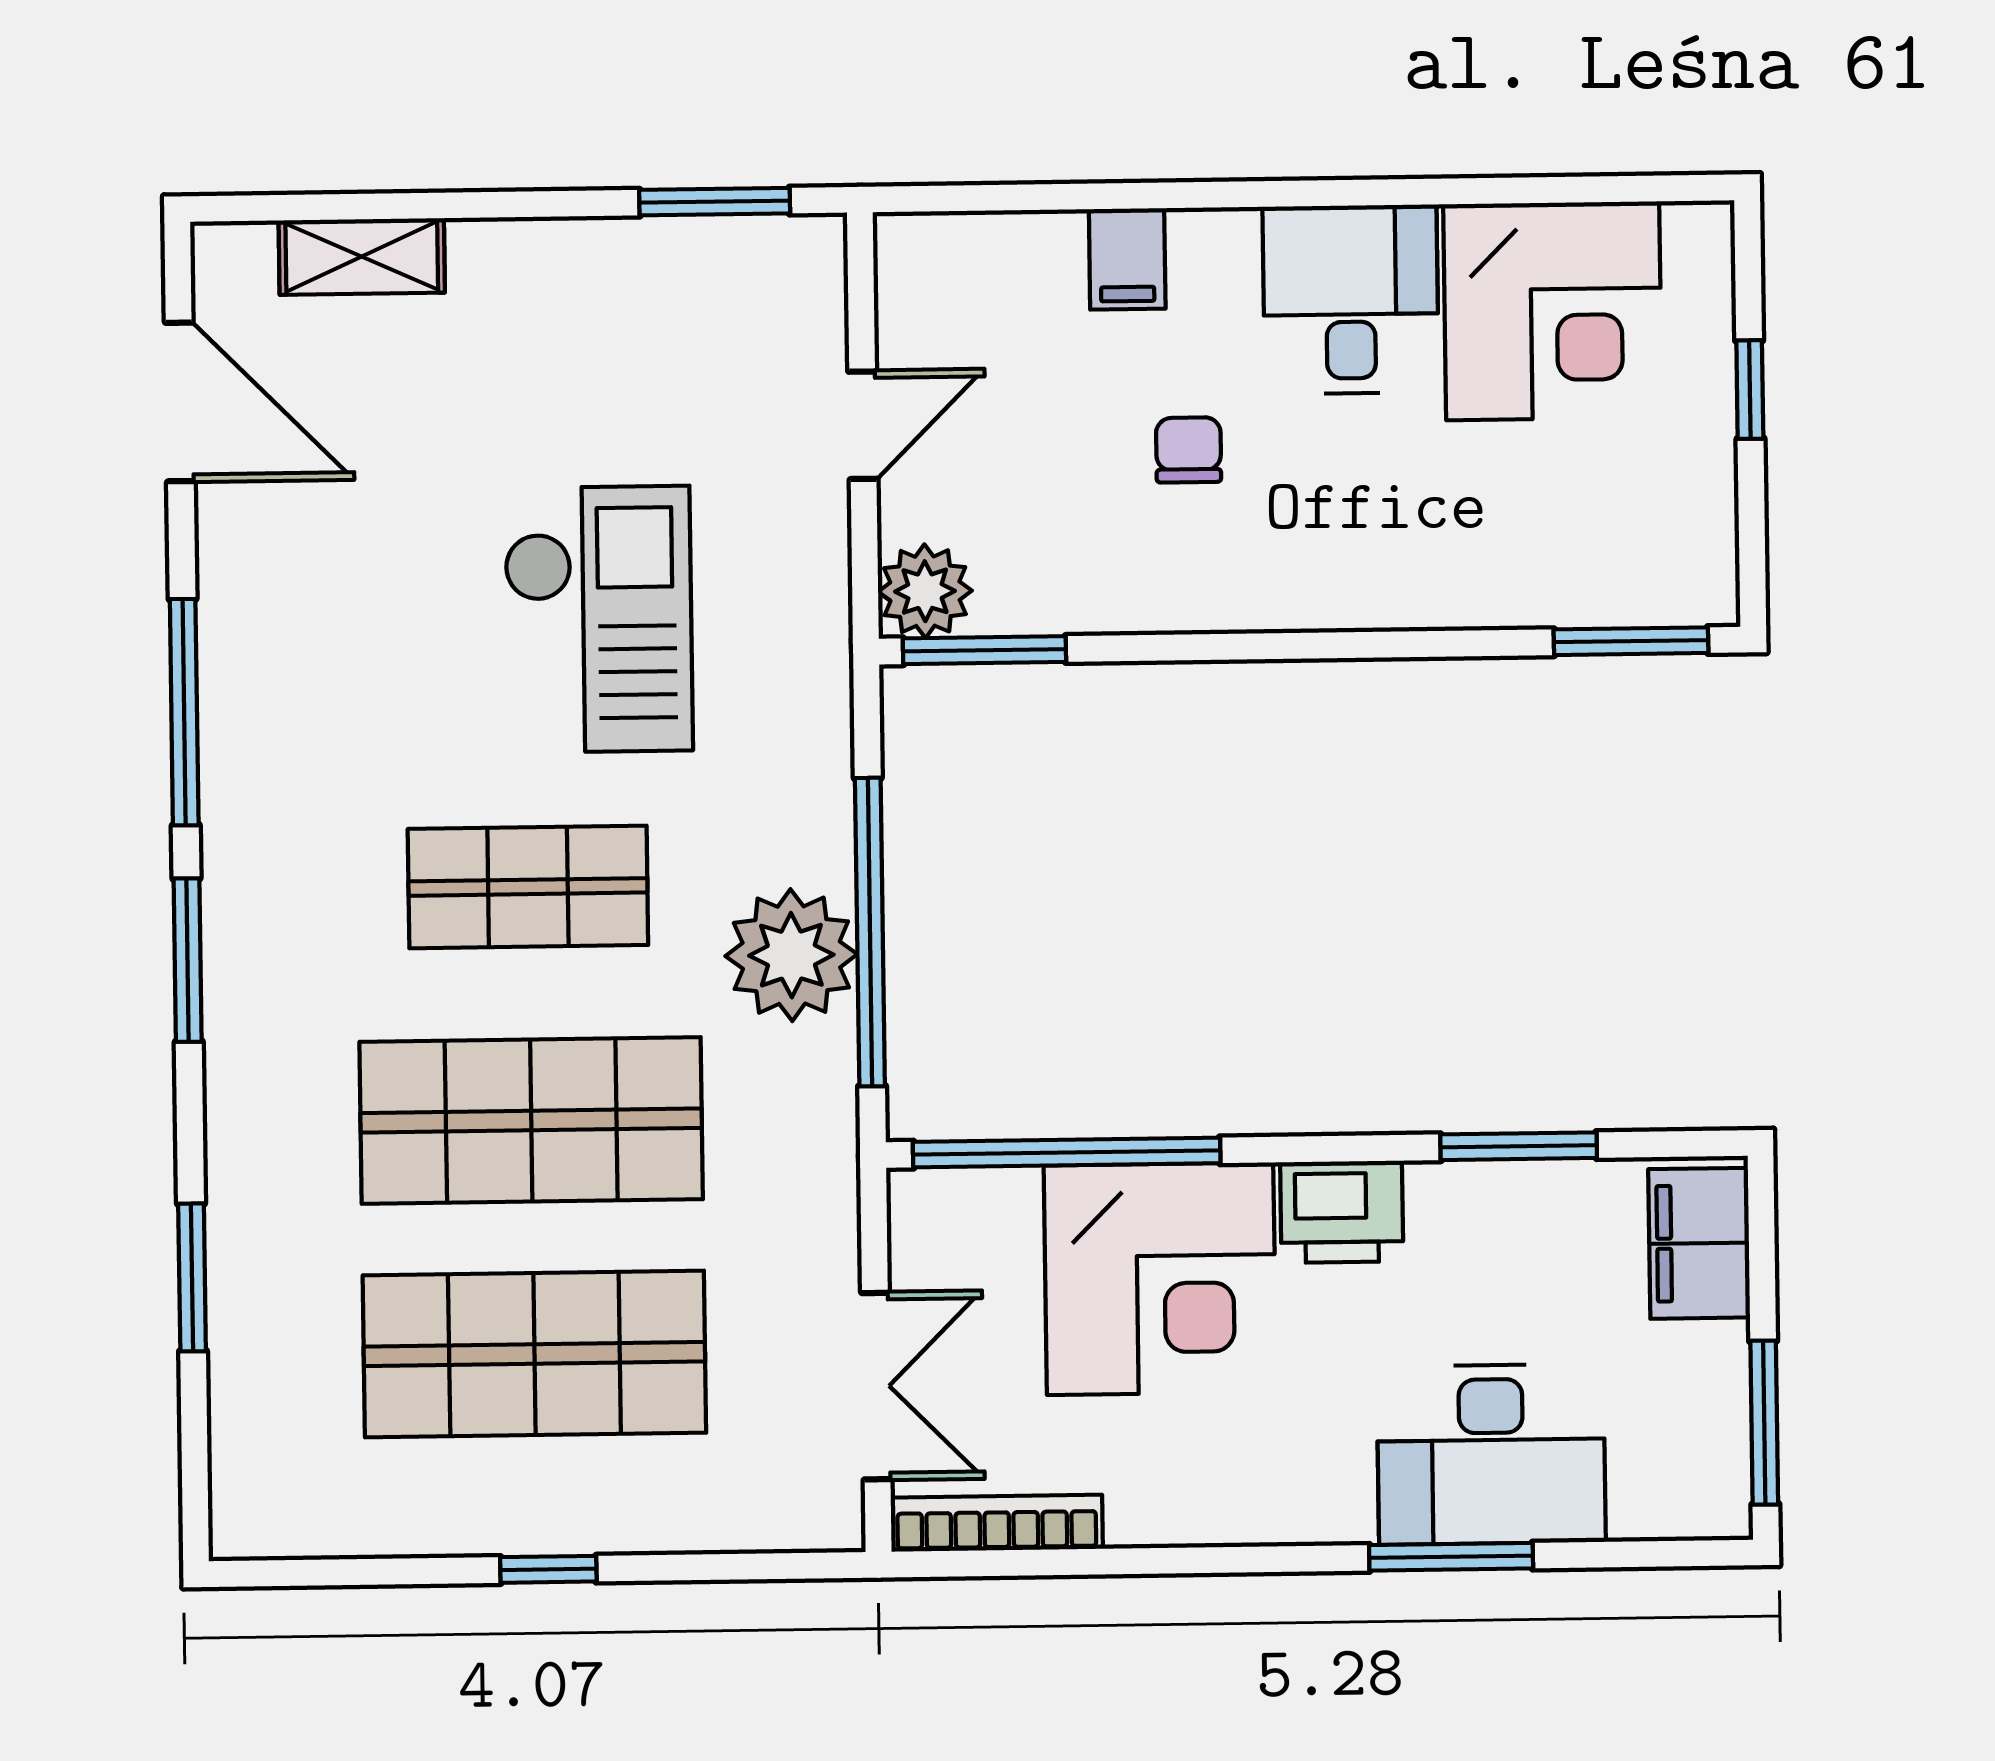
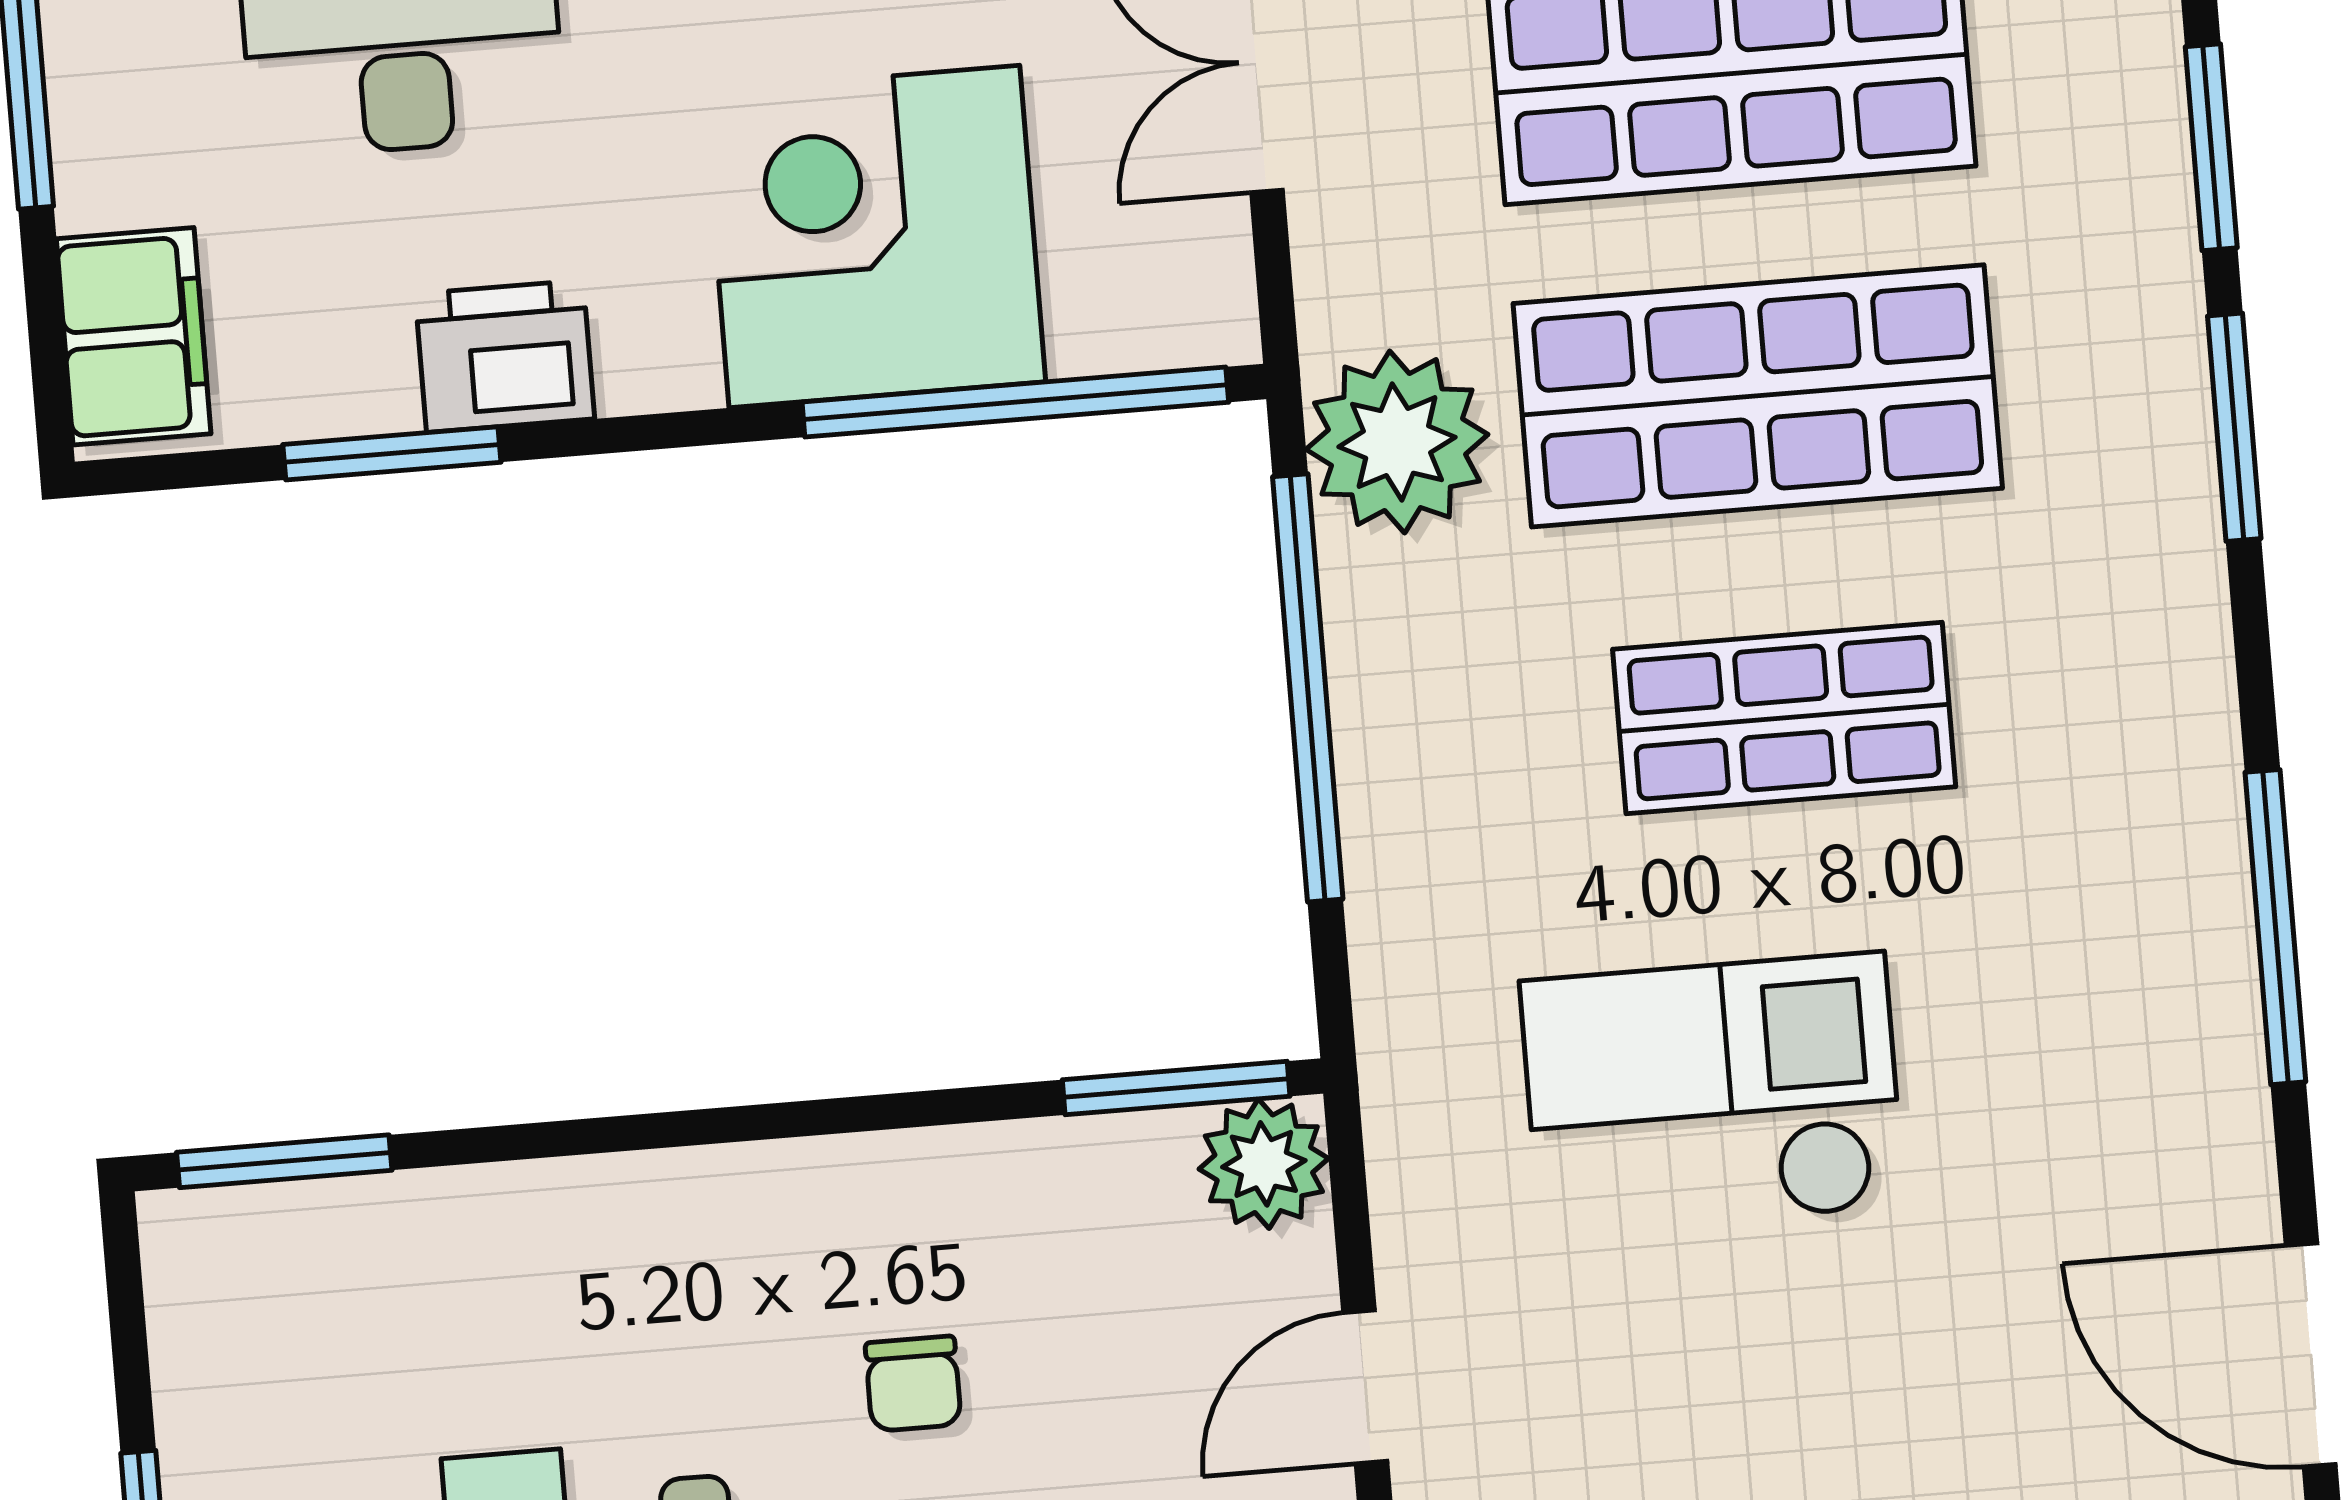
checkout: (598, 619) -> (1712, 1094), turned 90
plant: (791, 955) -> (1397, 442), moved
window: (188, 960) -> (2234, 427), moved
printer: (1342, 1212) -> (505, 356), moved

